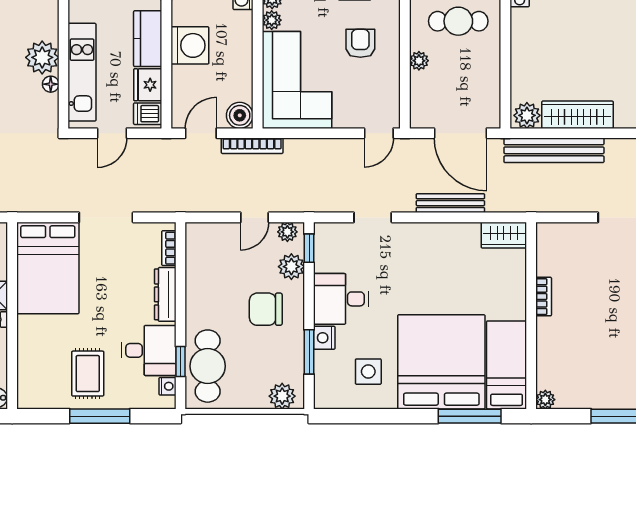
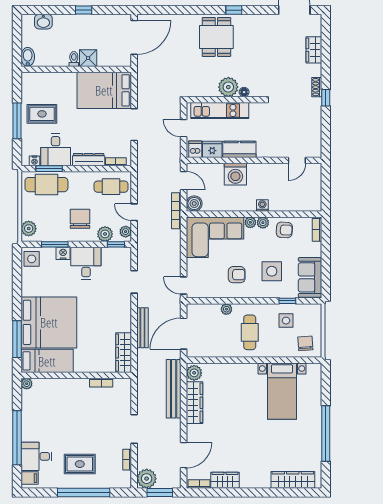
floor lamp: (51, 84) -> (244, 92), moved
wardrobe: (504, 235) -> (124, 353), width x1.50
cafe table: (211, 256) -> (111, 187), added
bookcase: (544, 297) -> (101, 383), moved
window: (180, 361) -> (49, 169), width x1.50
side table: (368, 372) -> (32, 259), moved

